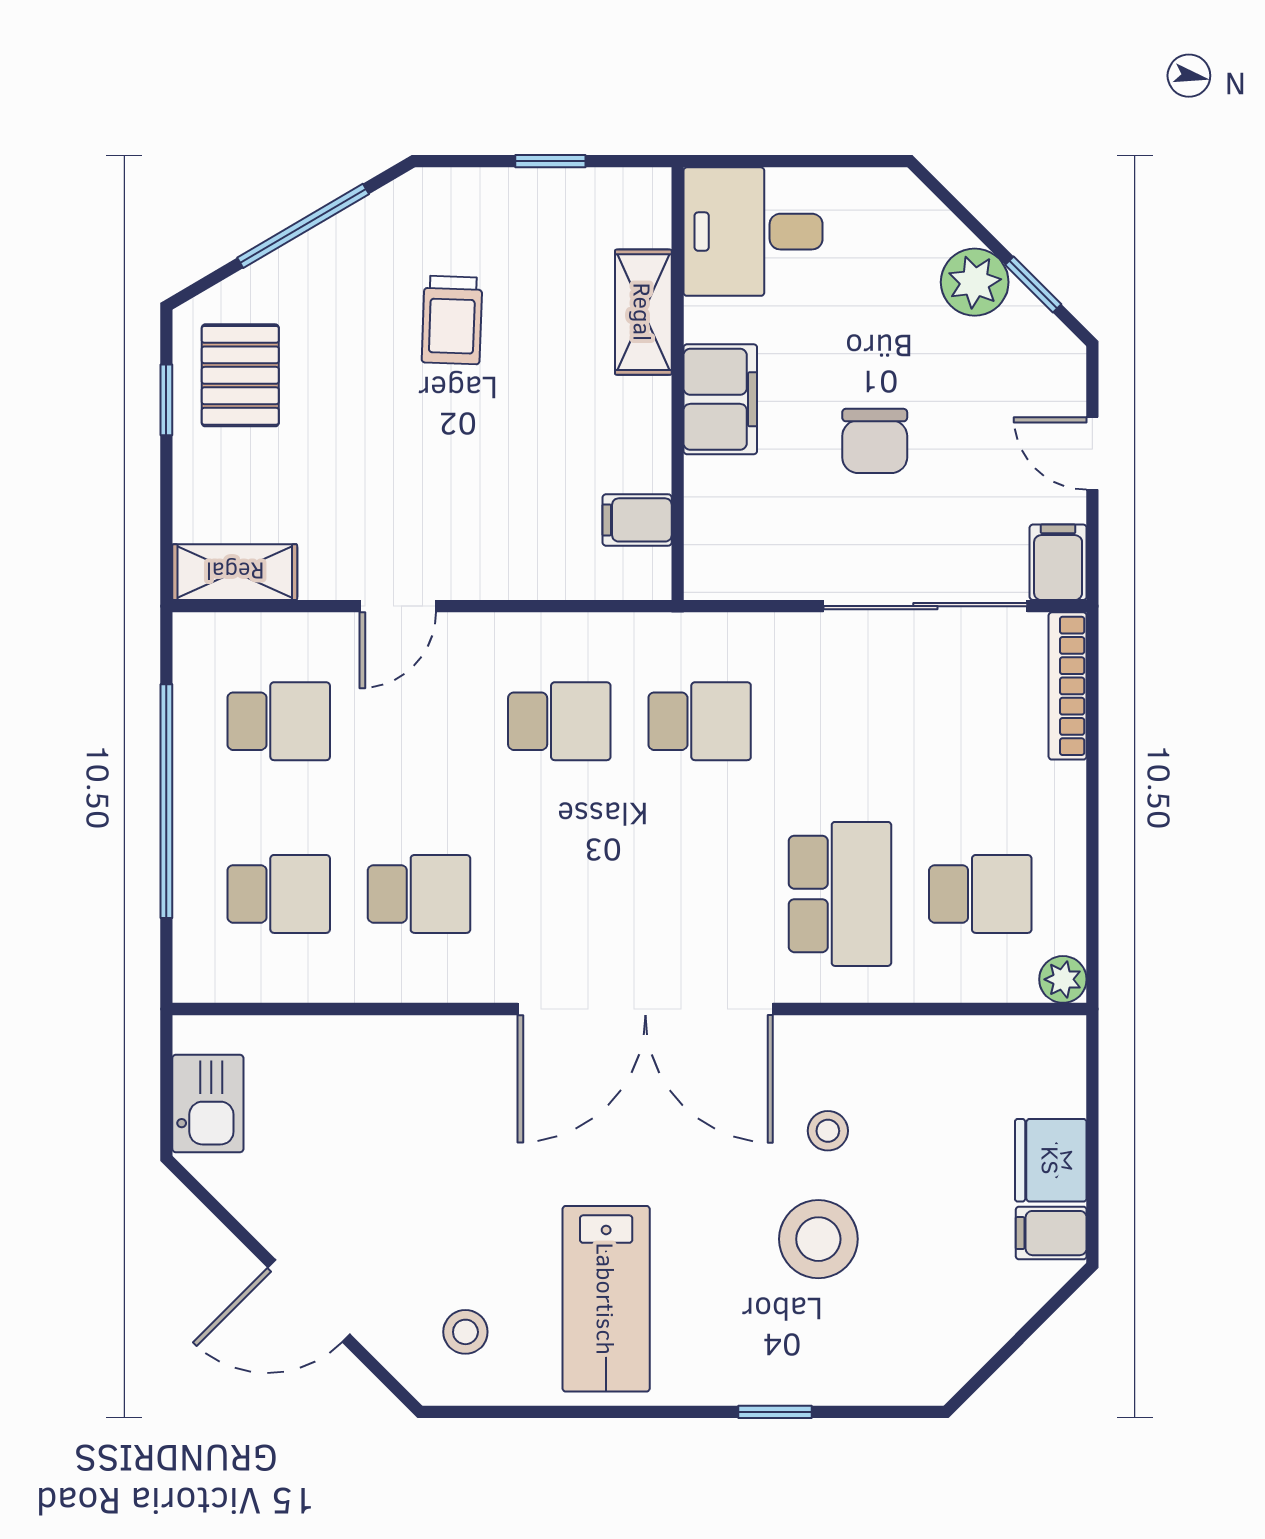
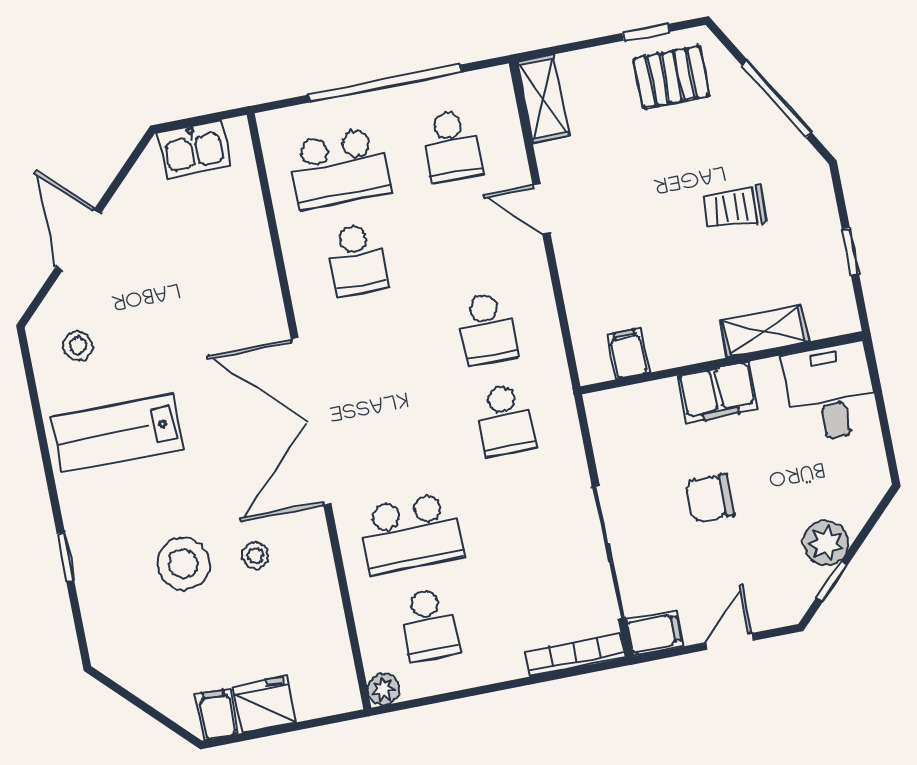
school desk: (279, 894) -> (339, 168), width x1.85

